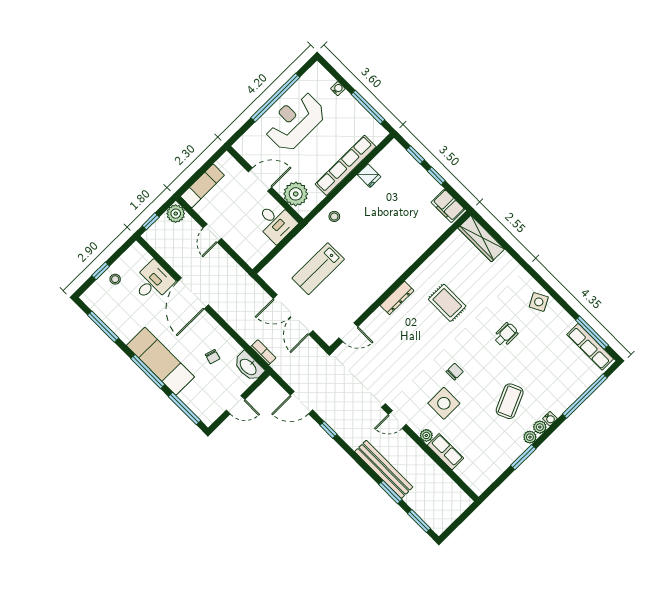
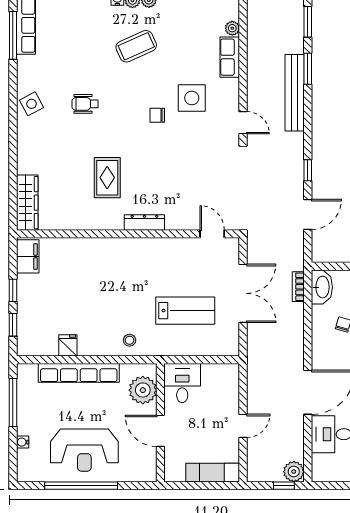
plant: (176, 214) -> (294, 472), moved
door: (301, 403) -> (308, 214), hinge flipped
plant: (426, 435) -> (232, 28), moved

